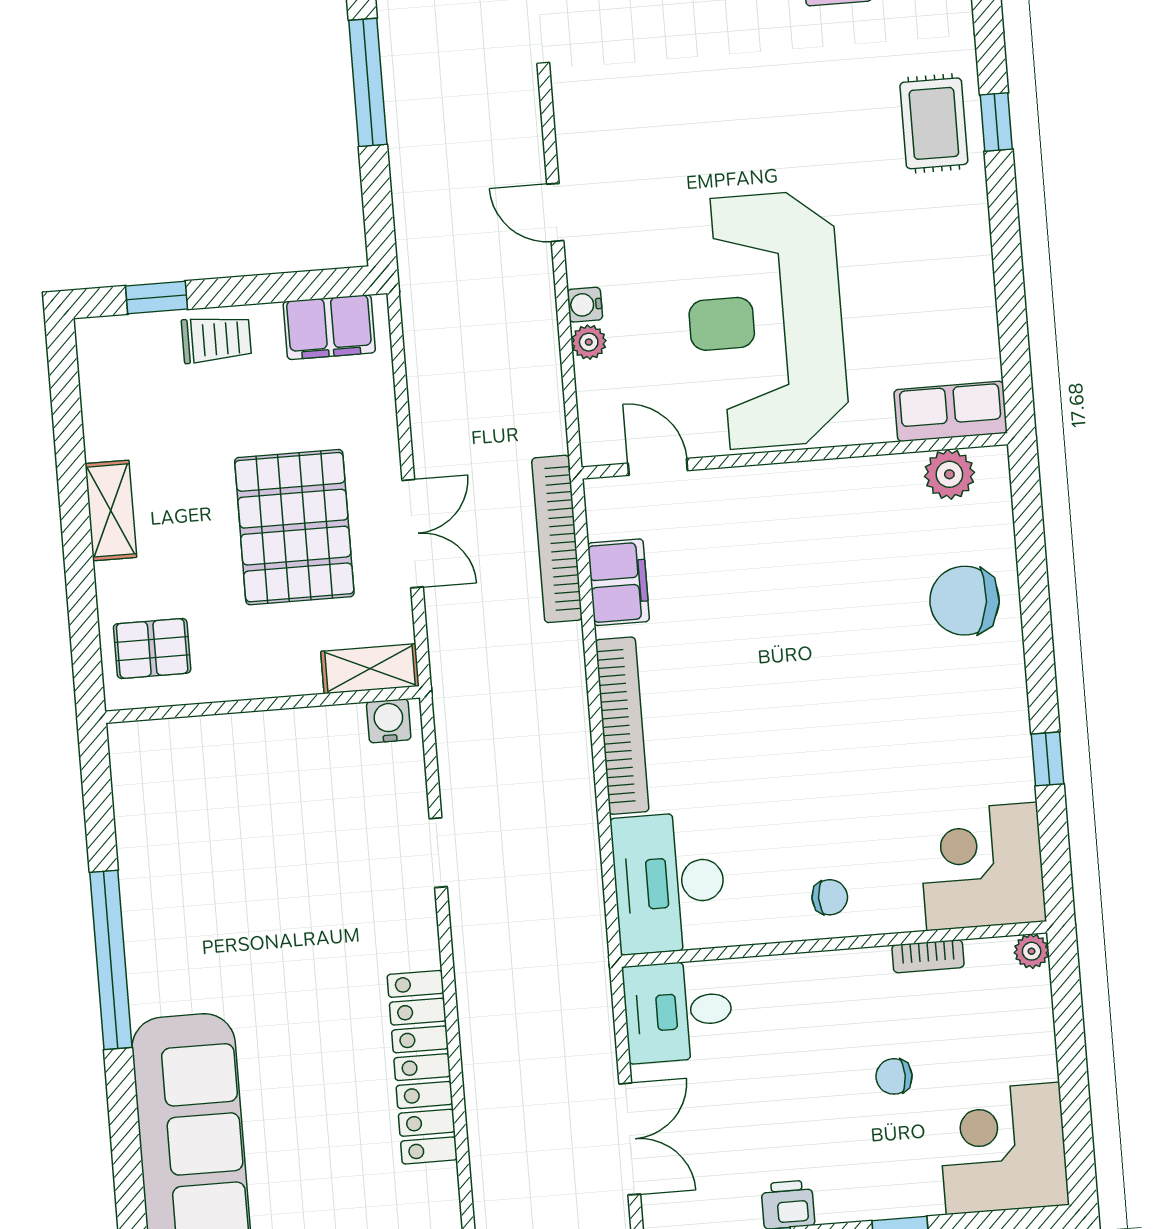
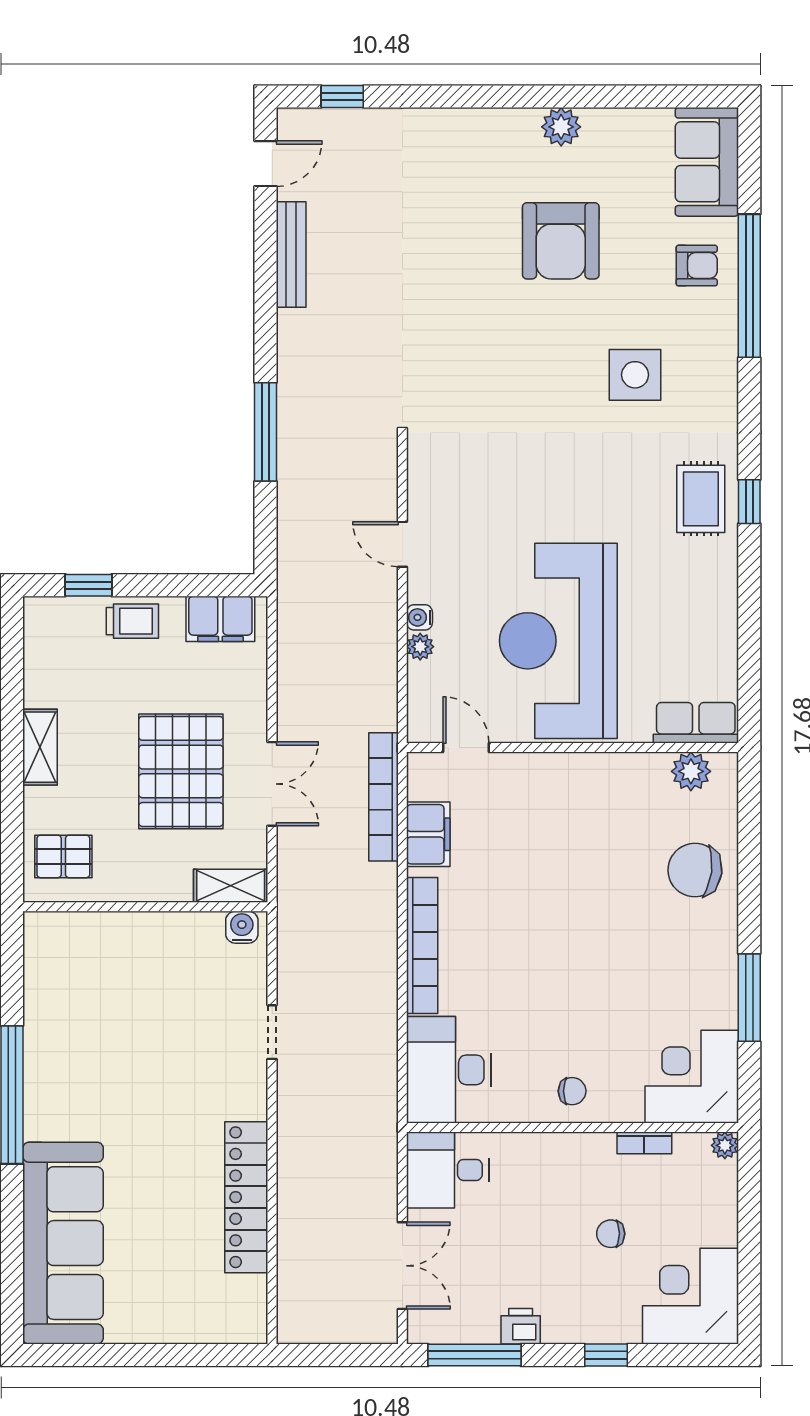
window: (1048, 759) -> (749, 998), width x2.17

